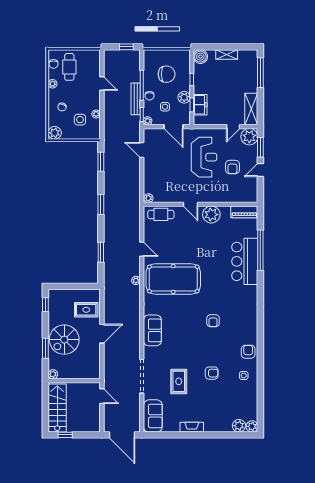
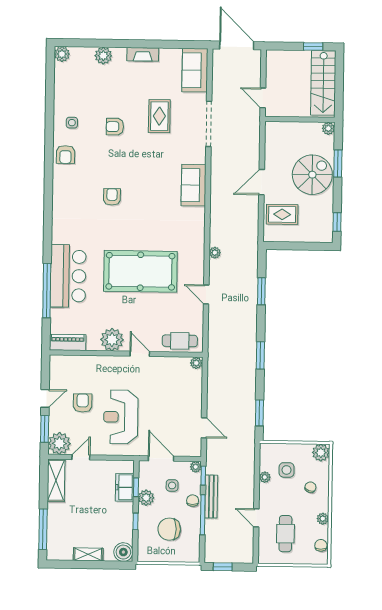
cafe table: (69, 67) -> (285, 534), moved
pool table: (173, 279) -> (140, 271), moved
plant: (239, 426) -> (103, 56), moved

